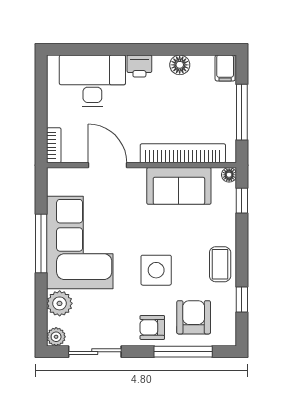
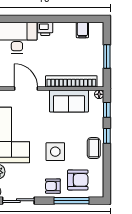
floor lamp: (180, 65) -> (69, 28), removed
filing cabinet: (225, 68) -> (82, 30), moved
window: (242, 112) -> (107, 57), width x0.69
window: (242, 299) -> (107, 136), moved
armchair: (194, 317) -> (78, 180), turned 90

